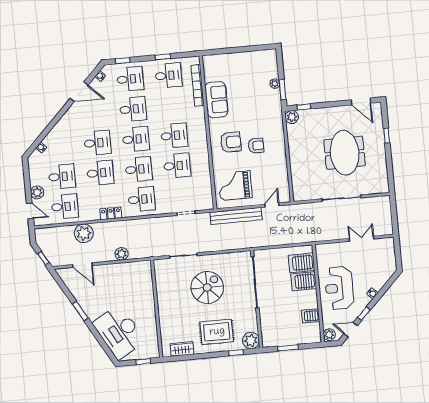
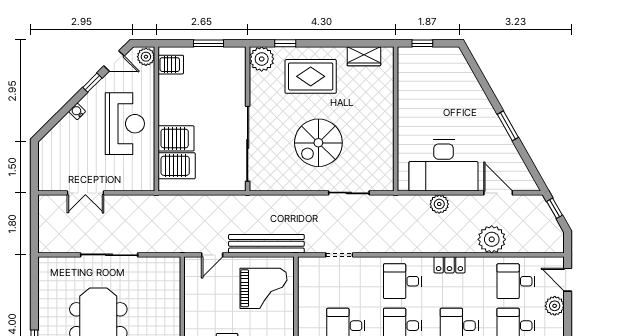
server rack: (311, 316) -> (171, 65), moved
desk: (119, 332) -> (444, 165), moved, turned 120

